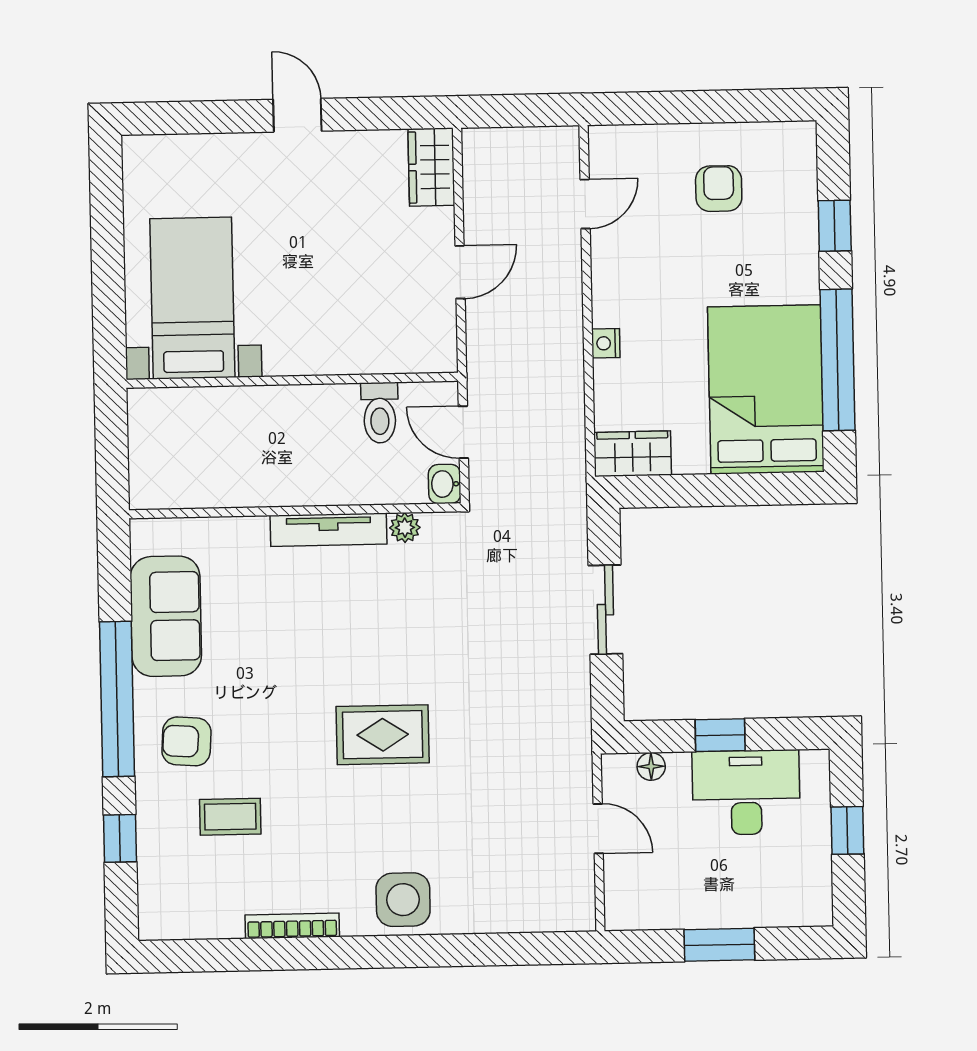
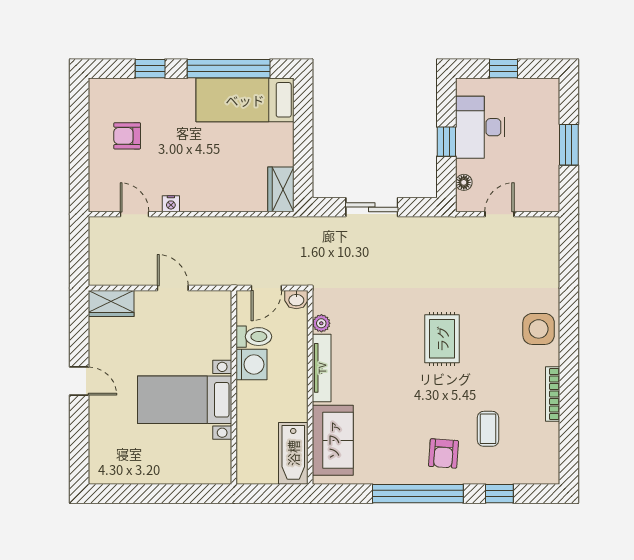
door: (297, 115) -> (79, 381), swing flipped
bed with nightstands: (192, 298) -> (185, 400), moved
nightstand: (606, 343) -> (171, 204), moved
bed: (766, 389) -> (245, 100), width x0.67
washing machine: (332, 410) -> (252, 364), added
bathtub: (181, 484) -> (293, 453), added
sofa: (166, 616) -> (333, 440), moved, turned 90

